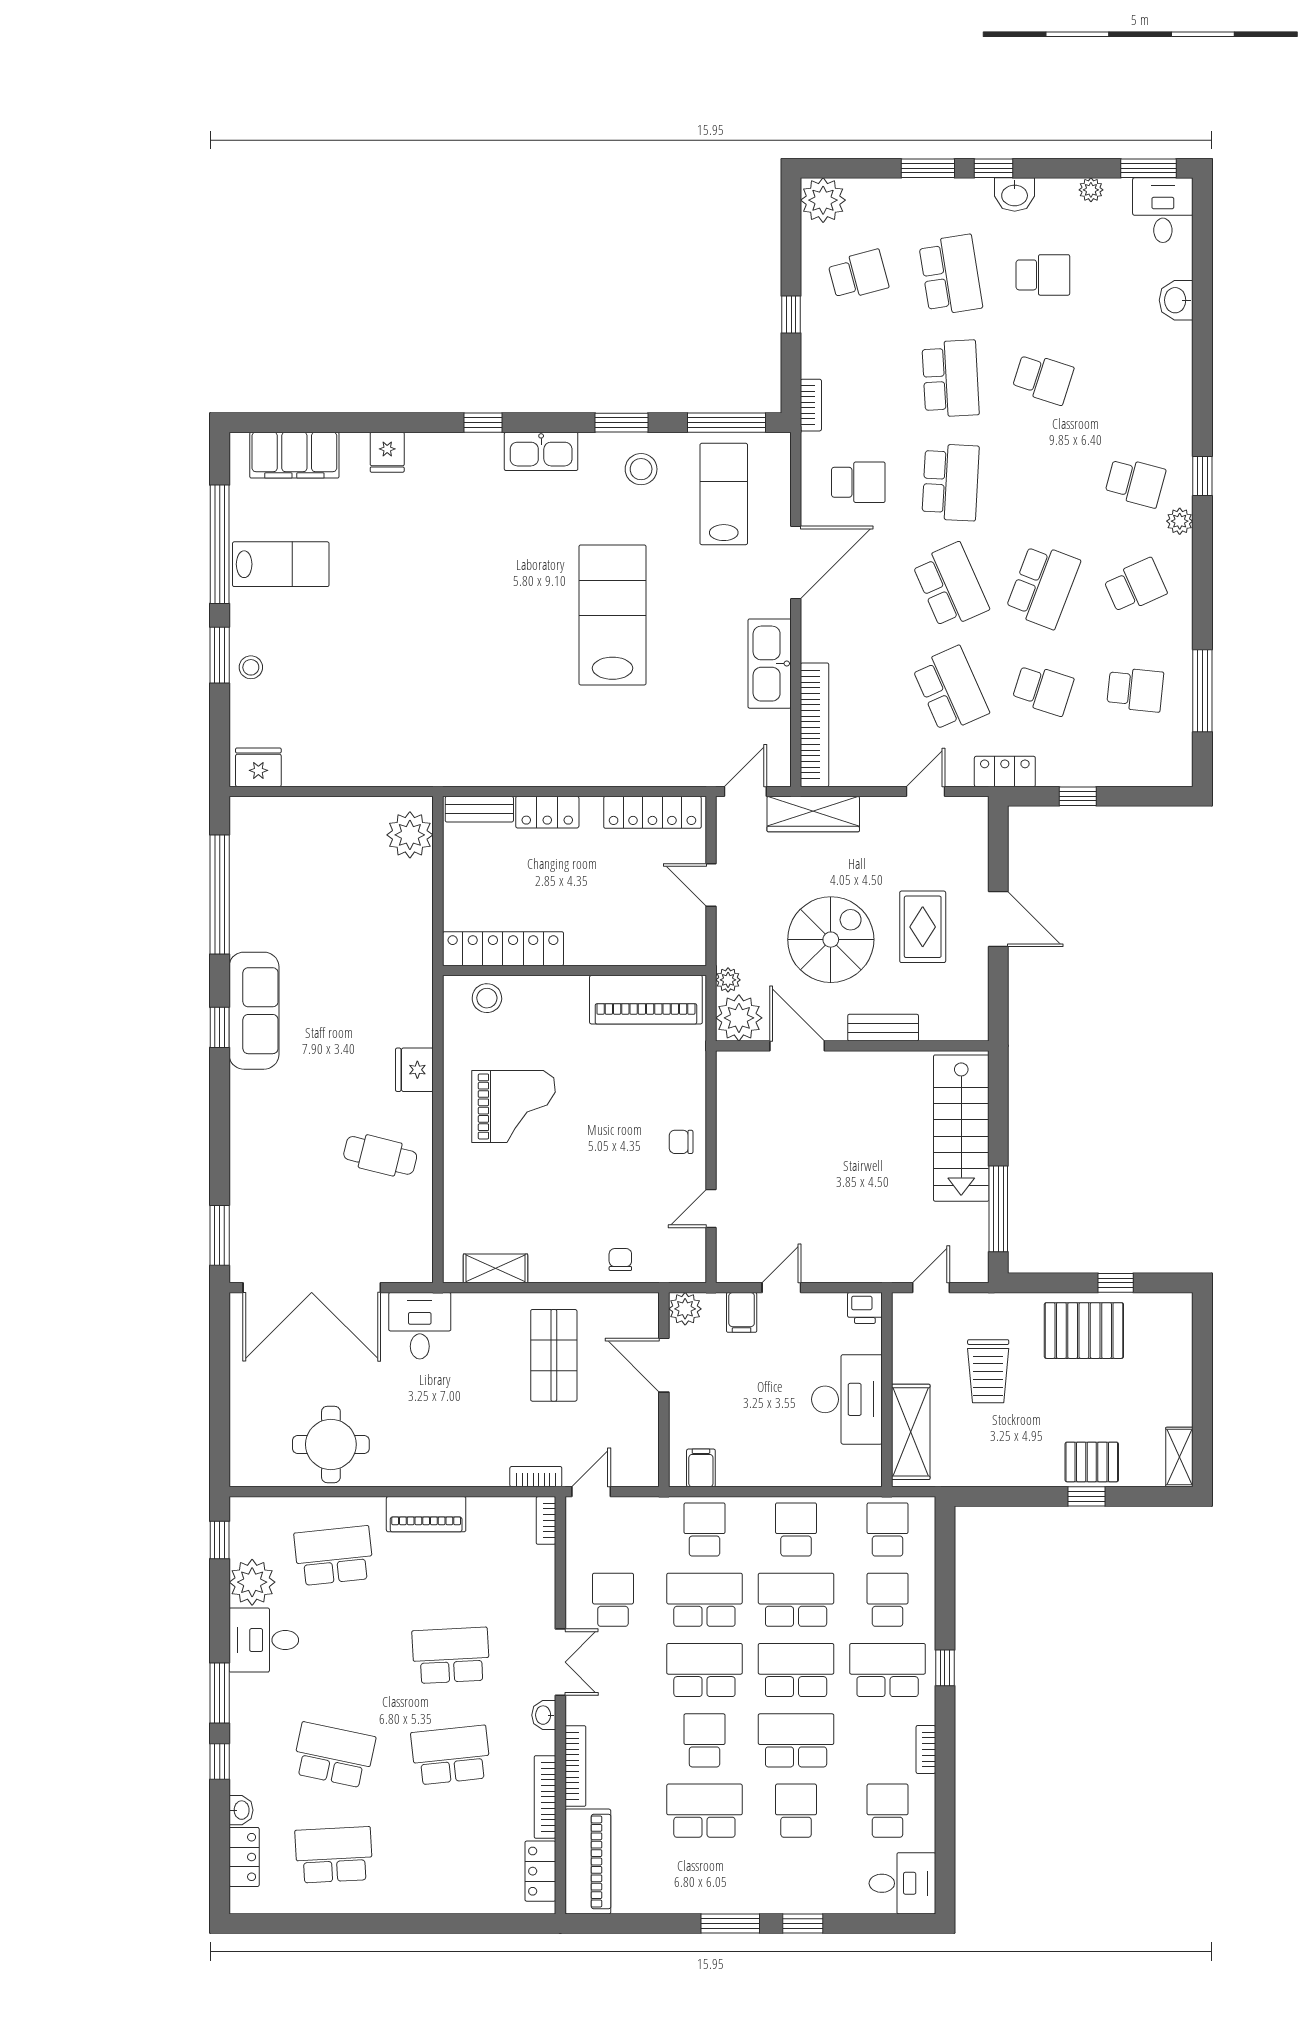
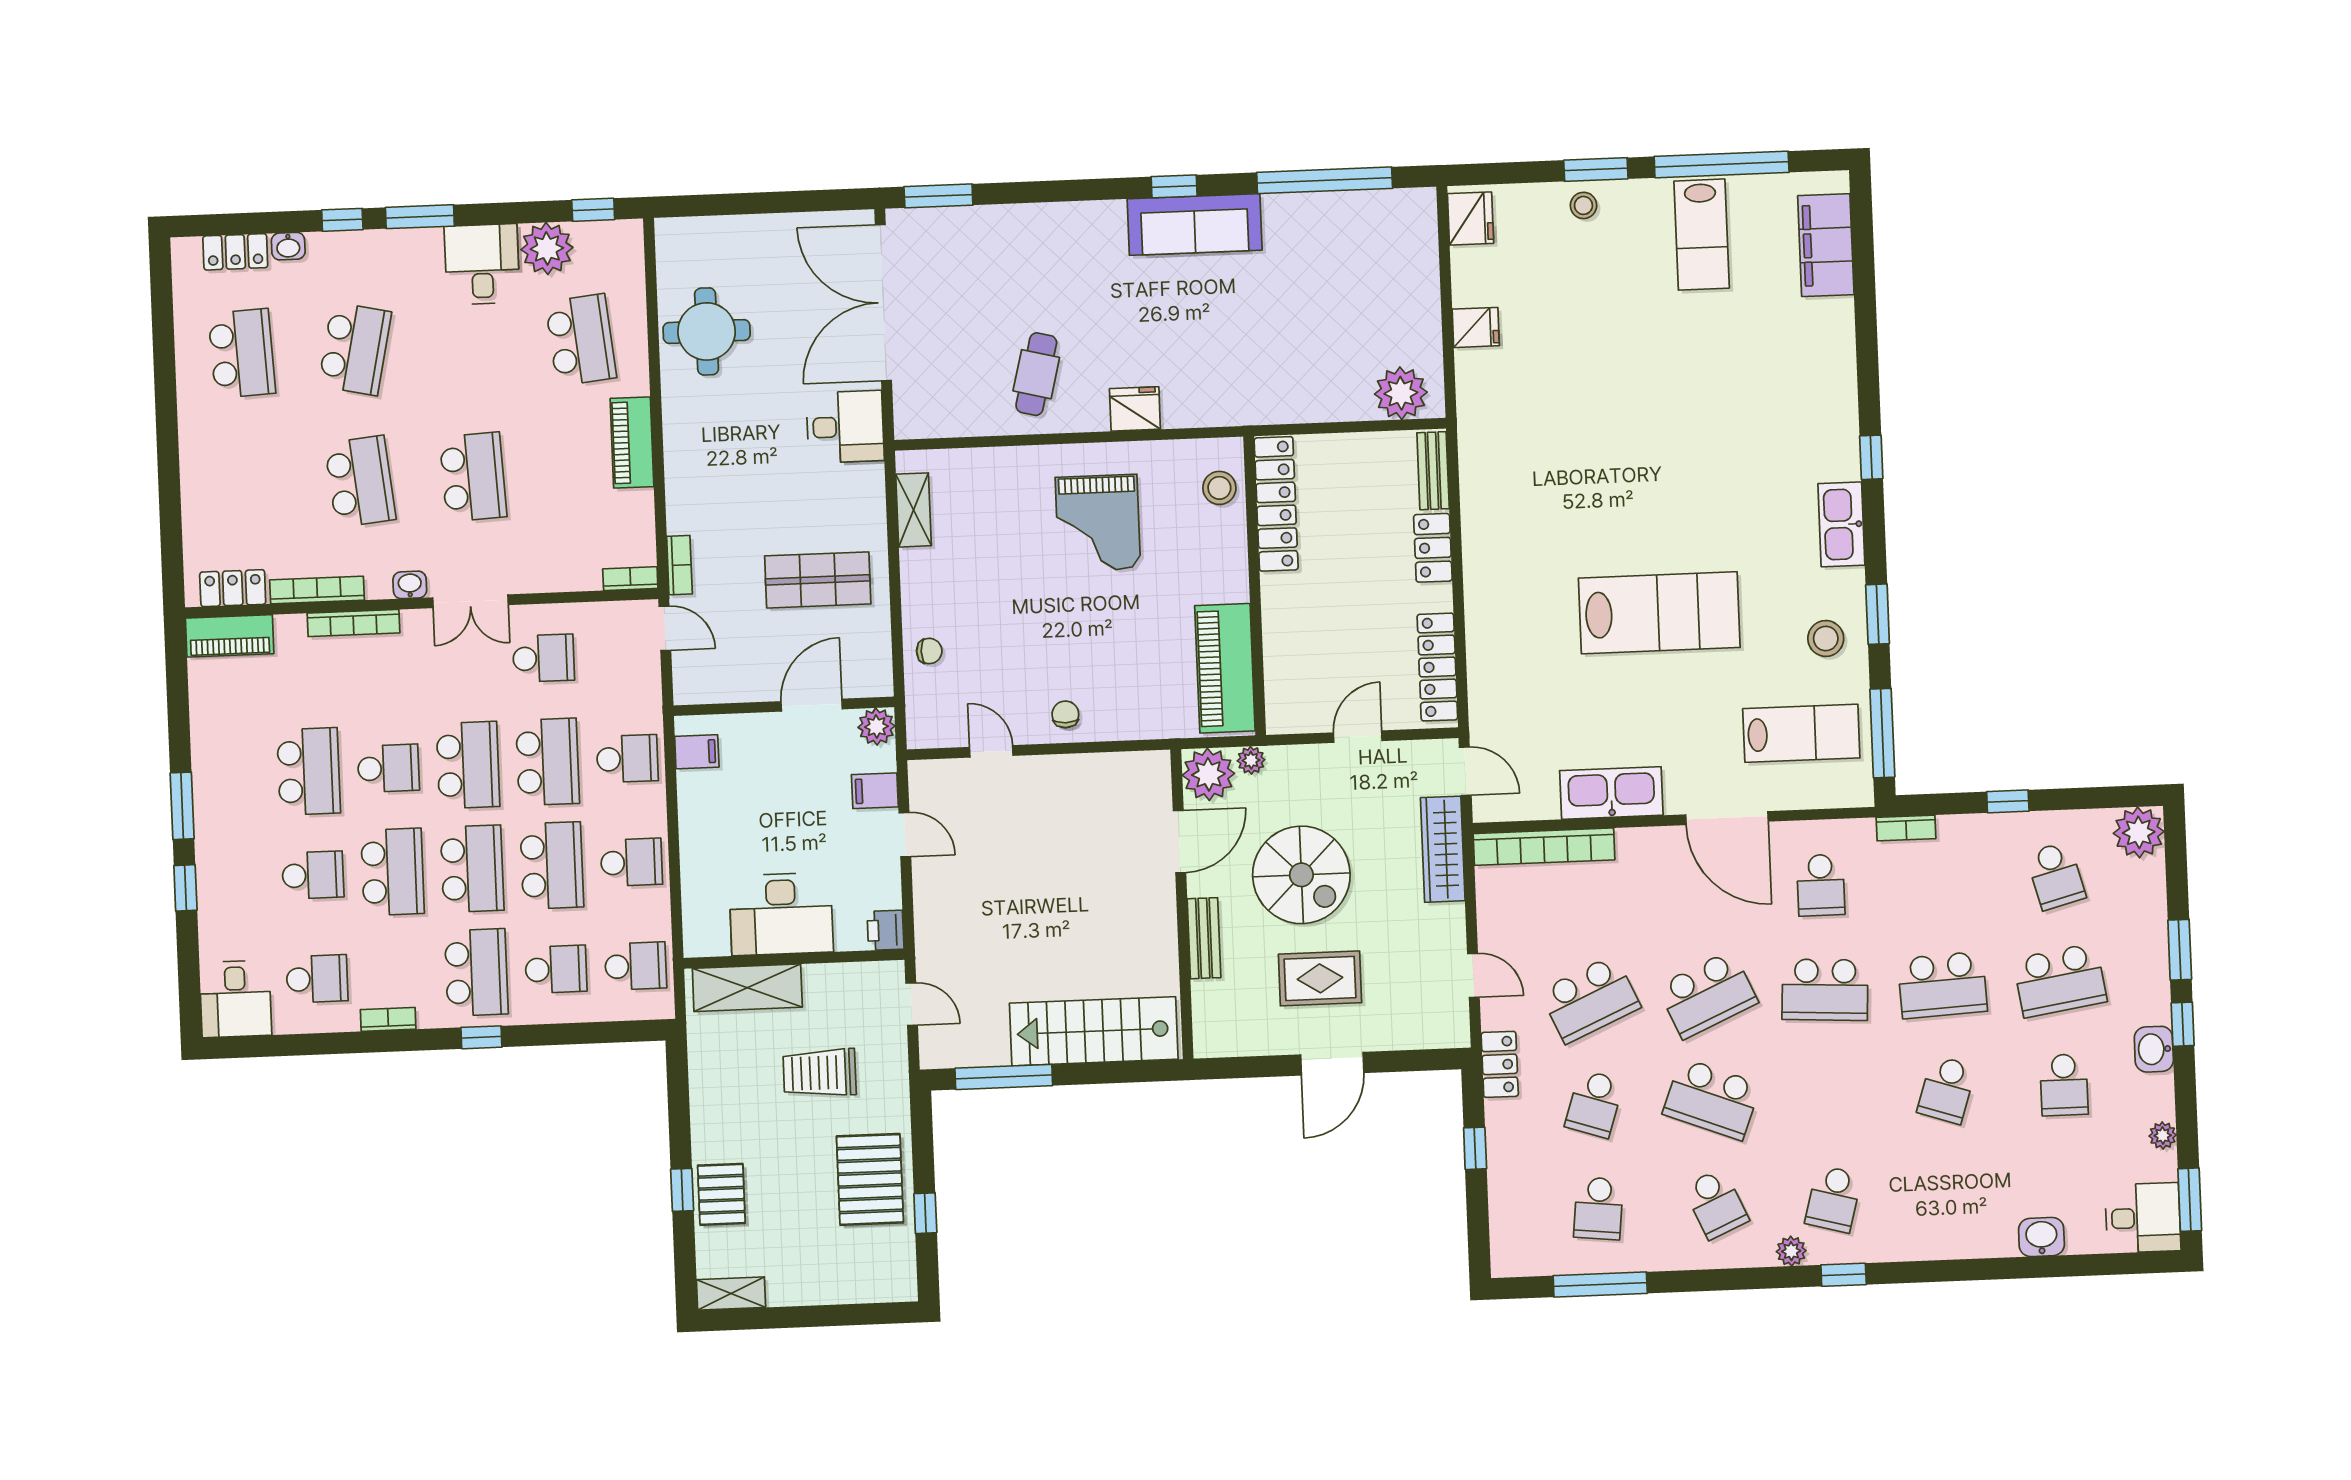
fridge: (387, 452) -> (1476, 327), moved, turned 180
piano: (588, 1861) -> (230, 636), width x0.73, depth x0.75

